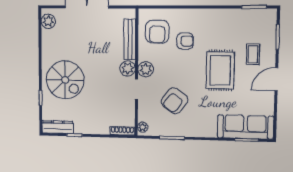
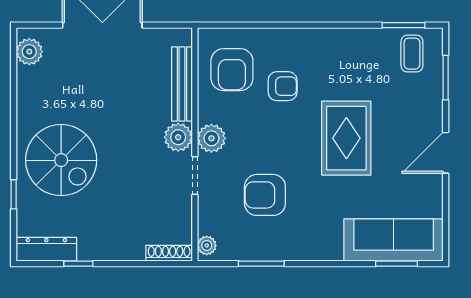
coffee table: (253, 54) -> (412, 54), moved
armchair: (175, 101) -> (265, 195), turned 54

